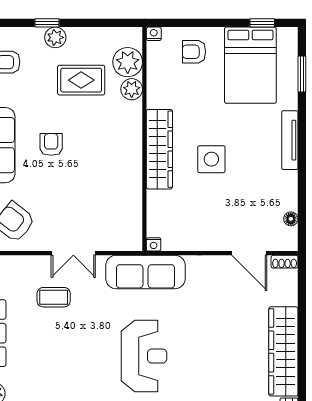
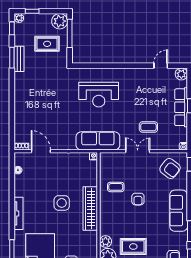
armchair: (51, 144) -> (138, 199), moved
coffee table: (113, 188) -> (116, 187), added
wardrobe: (283, 351) -> (22, 97), removed
reception desk: (144, 356) -> (99, 95), turned -90

